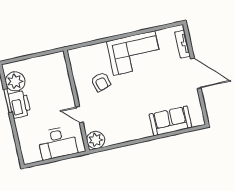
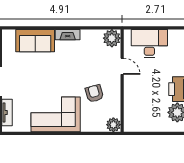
plant: (75, 55) -> (113, 125), added
fireplace: (140, 134) -> (68, 35), added

